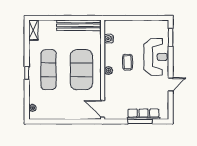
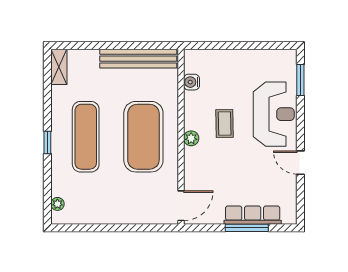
door: (171, 84) -> (300, 163), swing flipped
door: (103, 109) -> (181, 206), swing flipped

